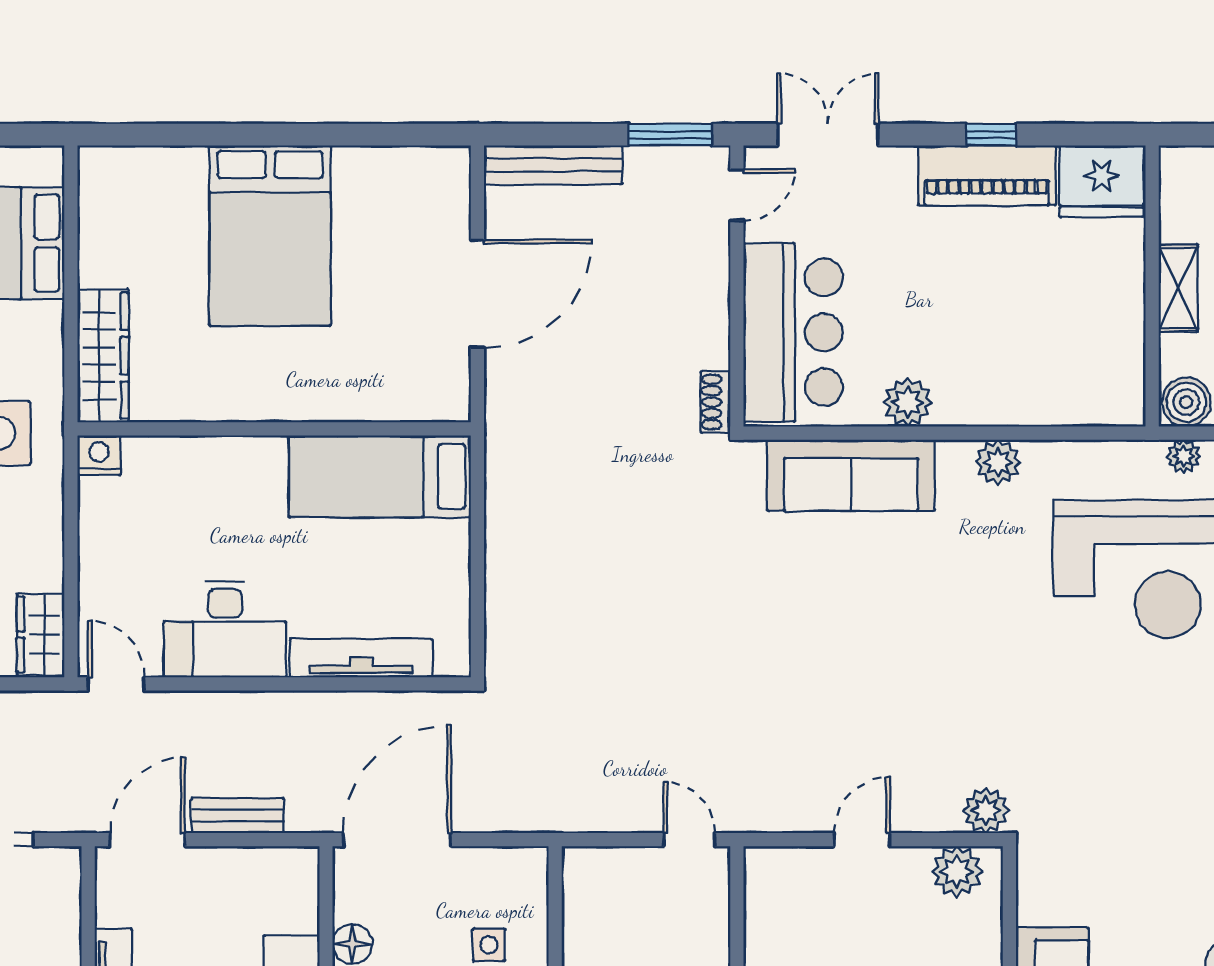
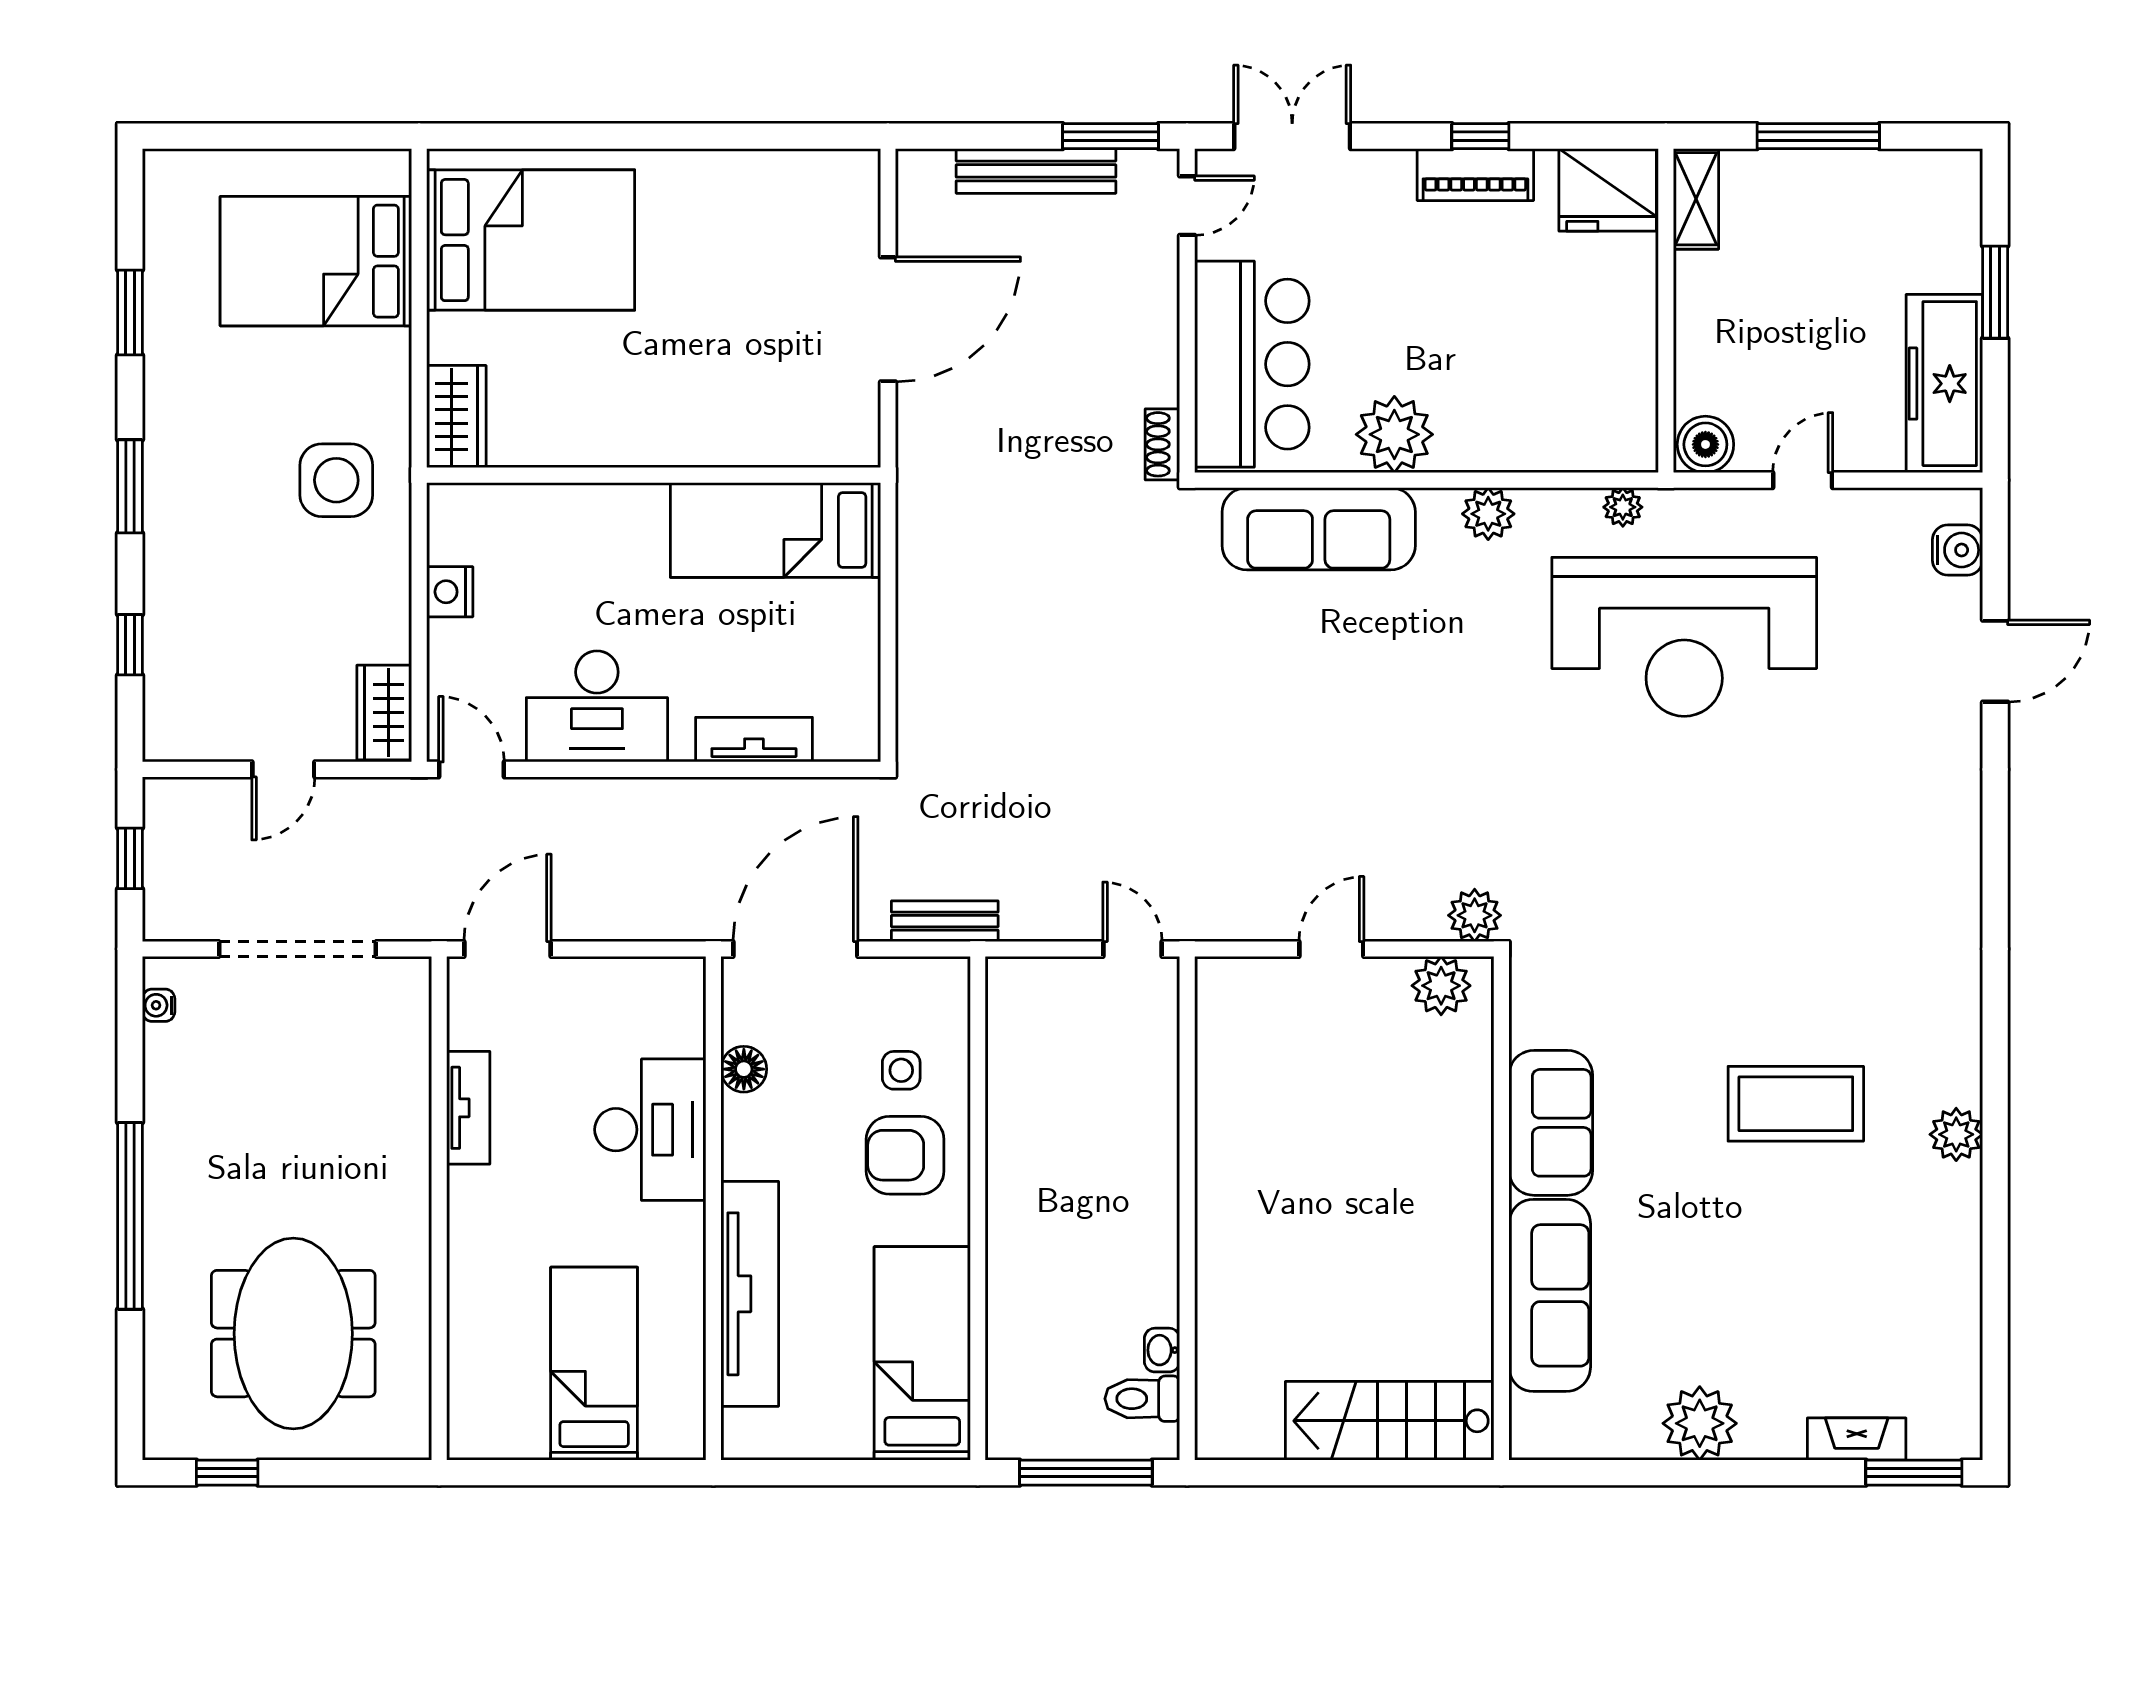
bench: (553, 165) -> (1036, 171), moved
piano: (987, 175) -> (1475, 175), width x0.73, depth x0.75
bed: (270, 236) -> (531, 240), moved, turned -90
shelving: (1178, 288) -> (1696, 199), moved
wardrobe: (103, 356) -> (456, 417), width x0.67
plant: (908, 402) -> (1394, 434), width x1.36, depth x1.36
nightstand: (99, 455) -> (450, 592), moved, turned -90
plant: (1184, 456) -> (1623, 507), moved
tv unit: (361, 658) -> (754, 740), width x0.71
bench: (237, 815) -> (945, 921), moved

